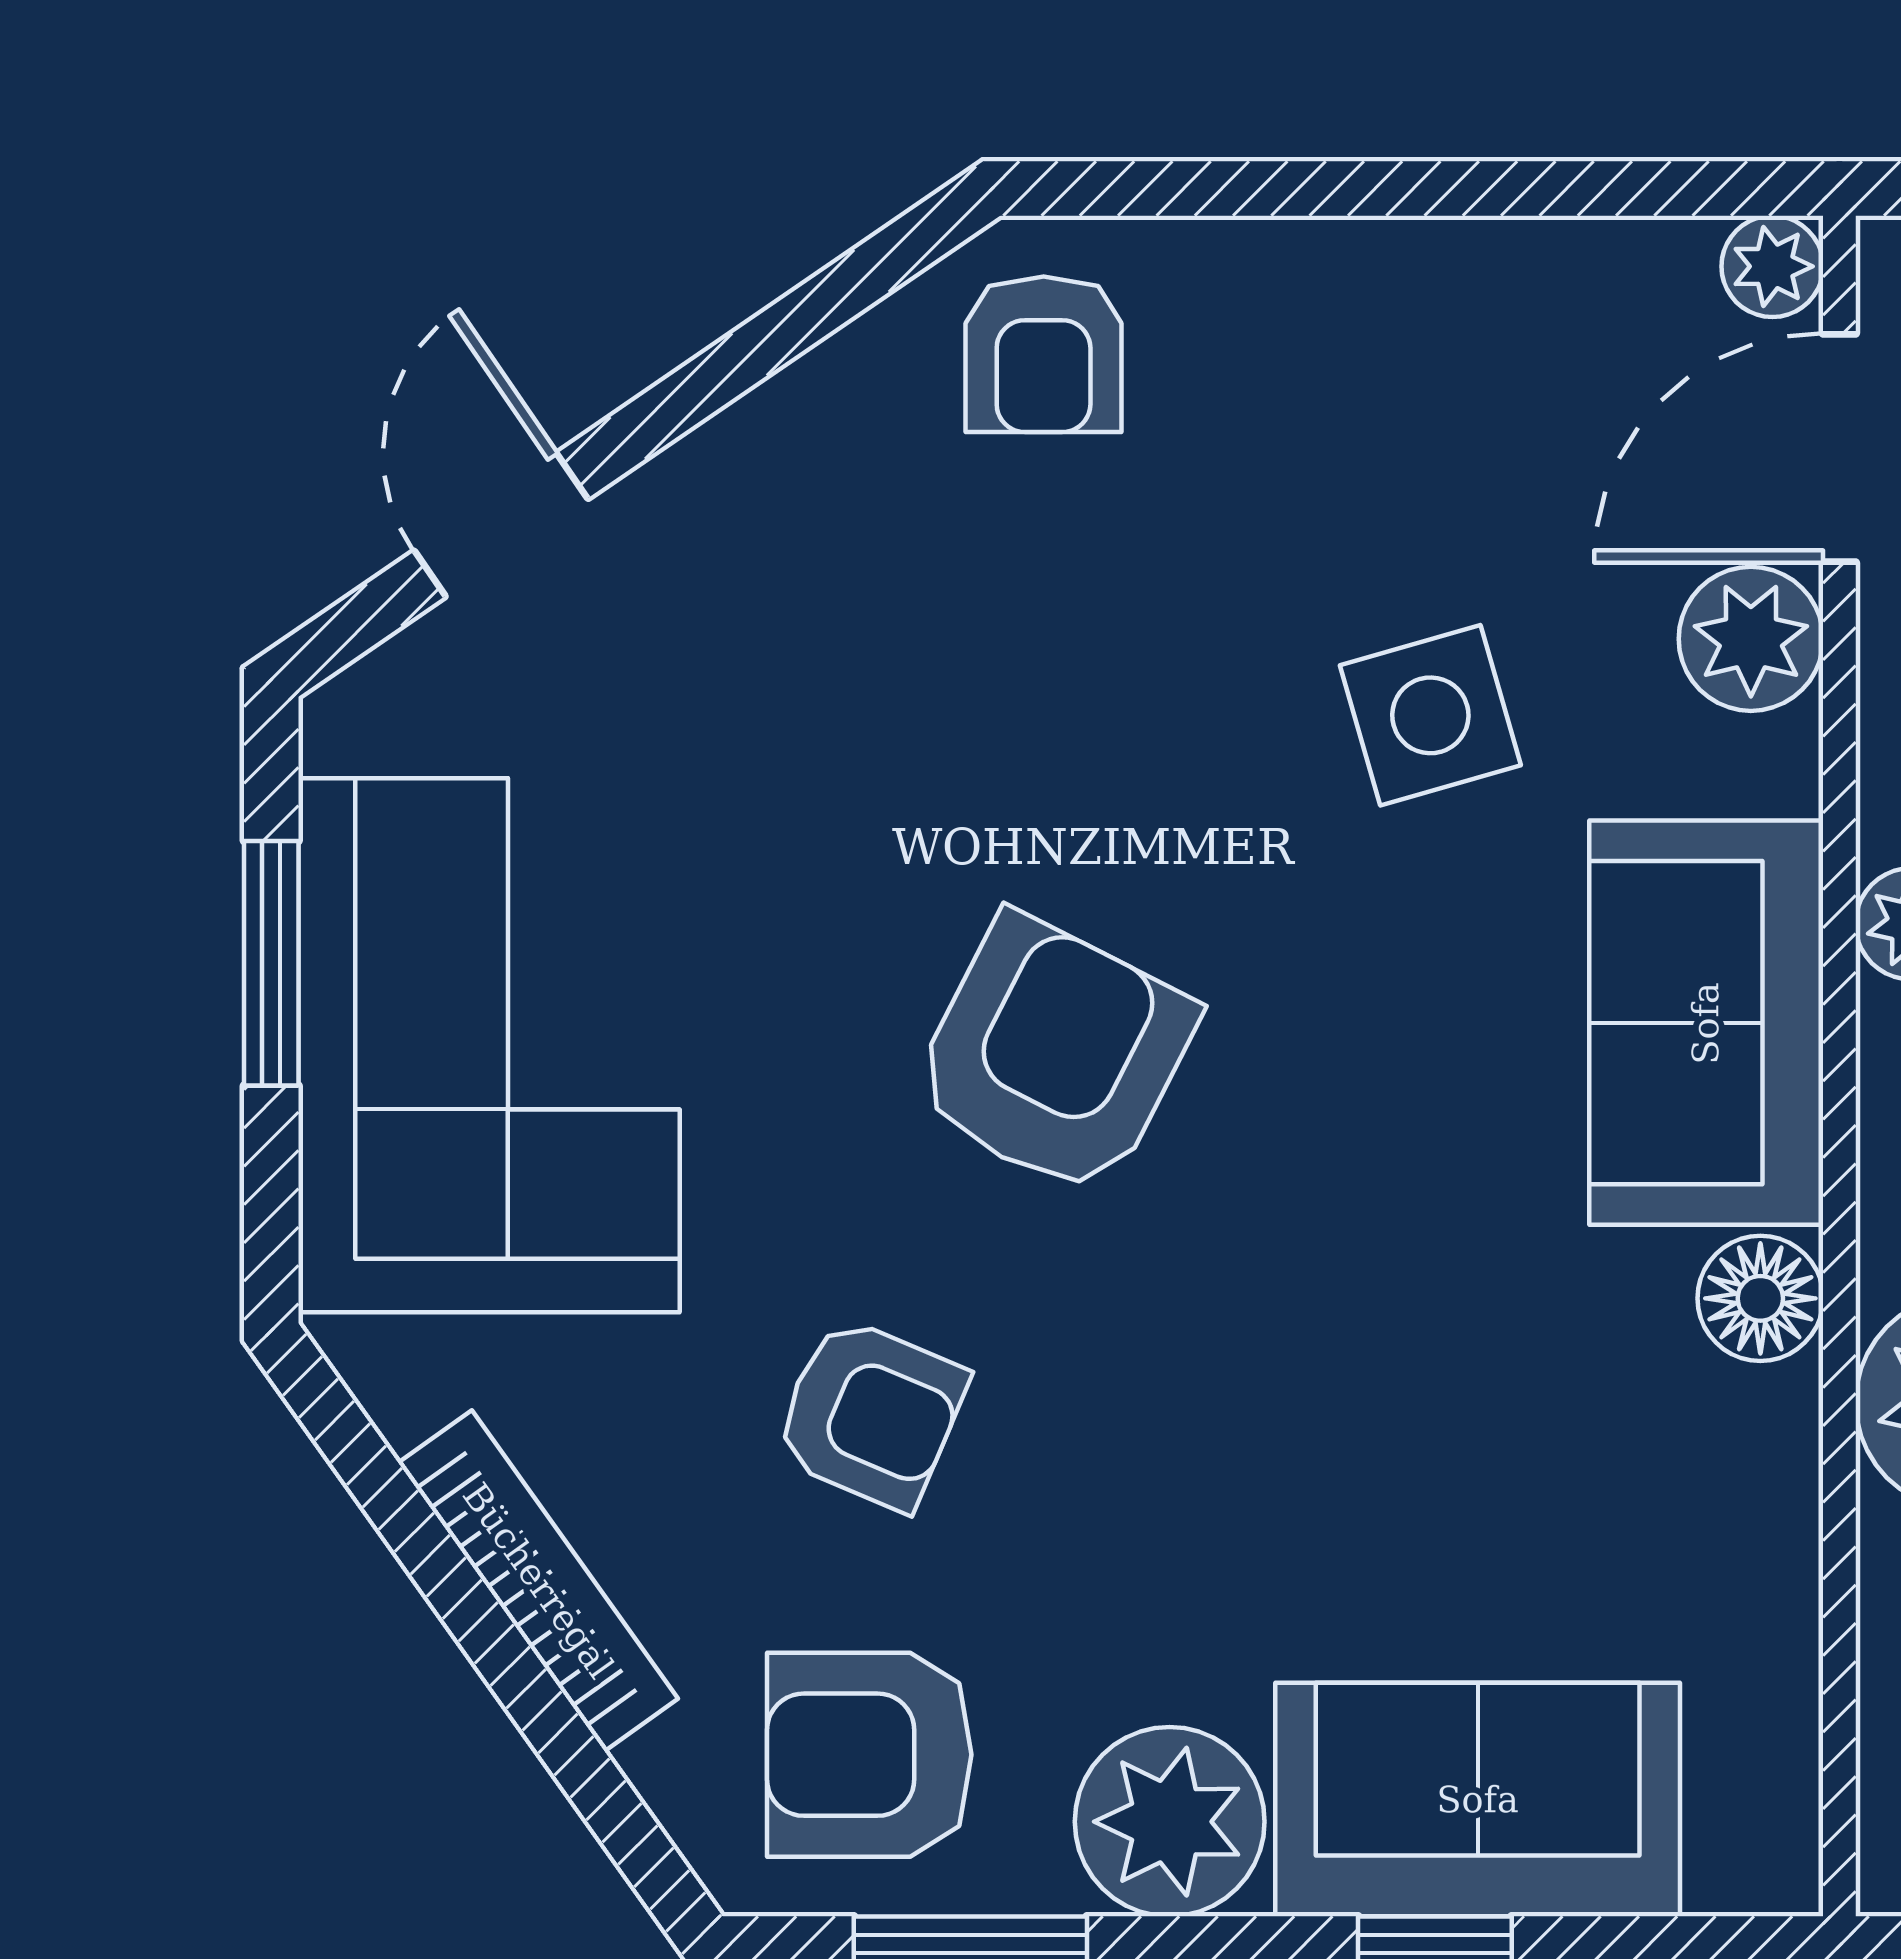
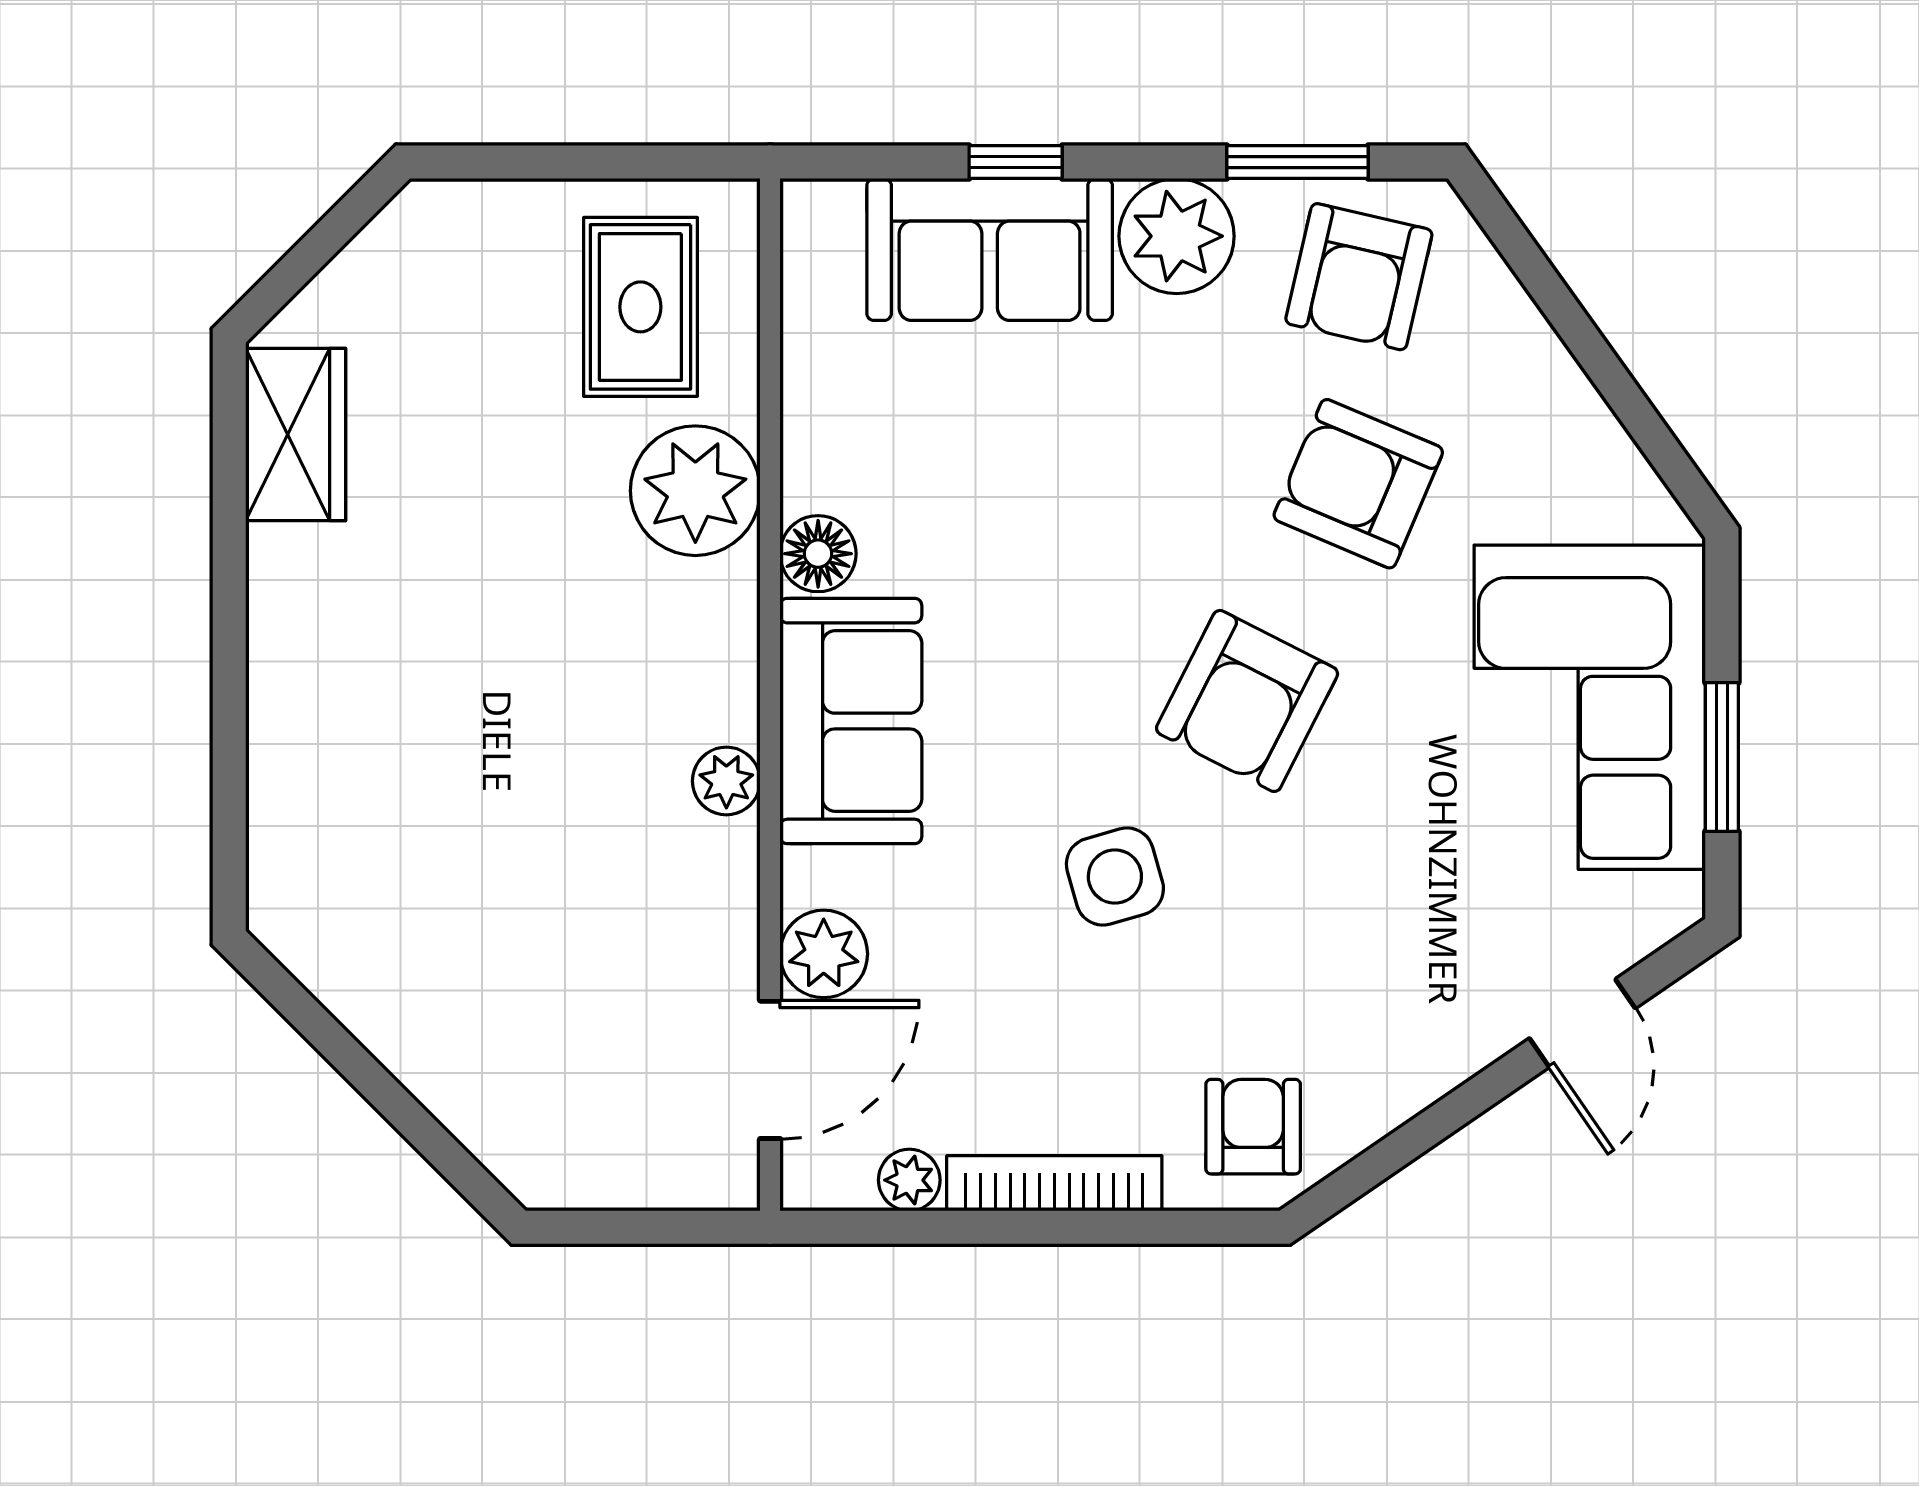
plant: (1772, 266) -> (909, 1180), moved
side table: (1430, 715) -> (1115, 877), moved
armchair: (870, 1414) -> (1358, 484), width x1.38, depth x1.38
bookcase: (538, 1581) -> (1054, 1183), moved, turned 126
armchair: (869, 1755) -> (1359, 277), turned 103

